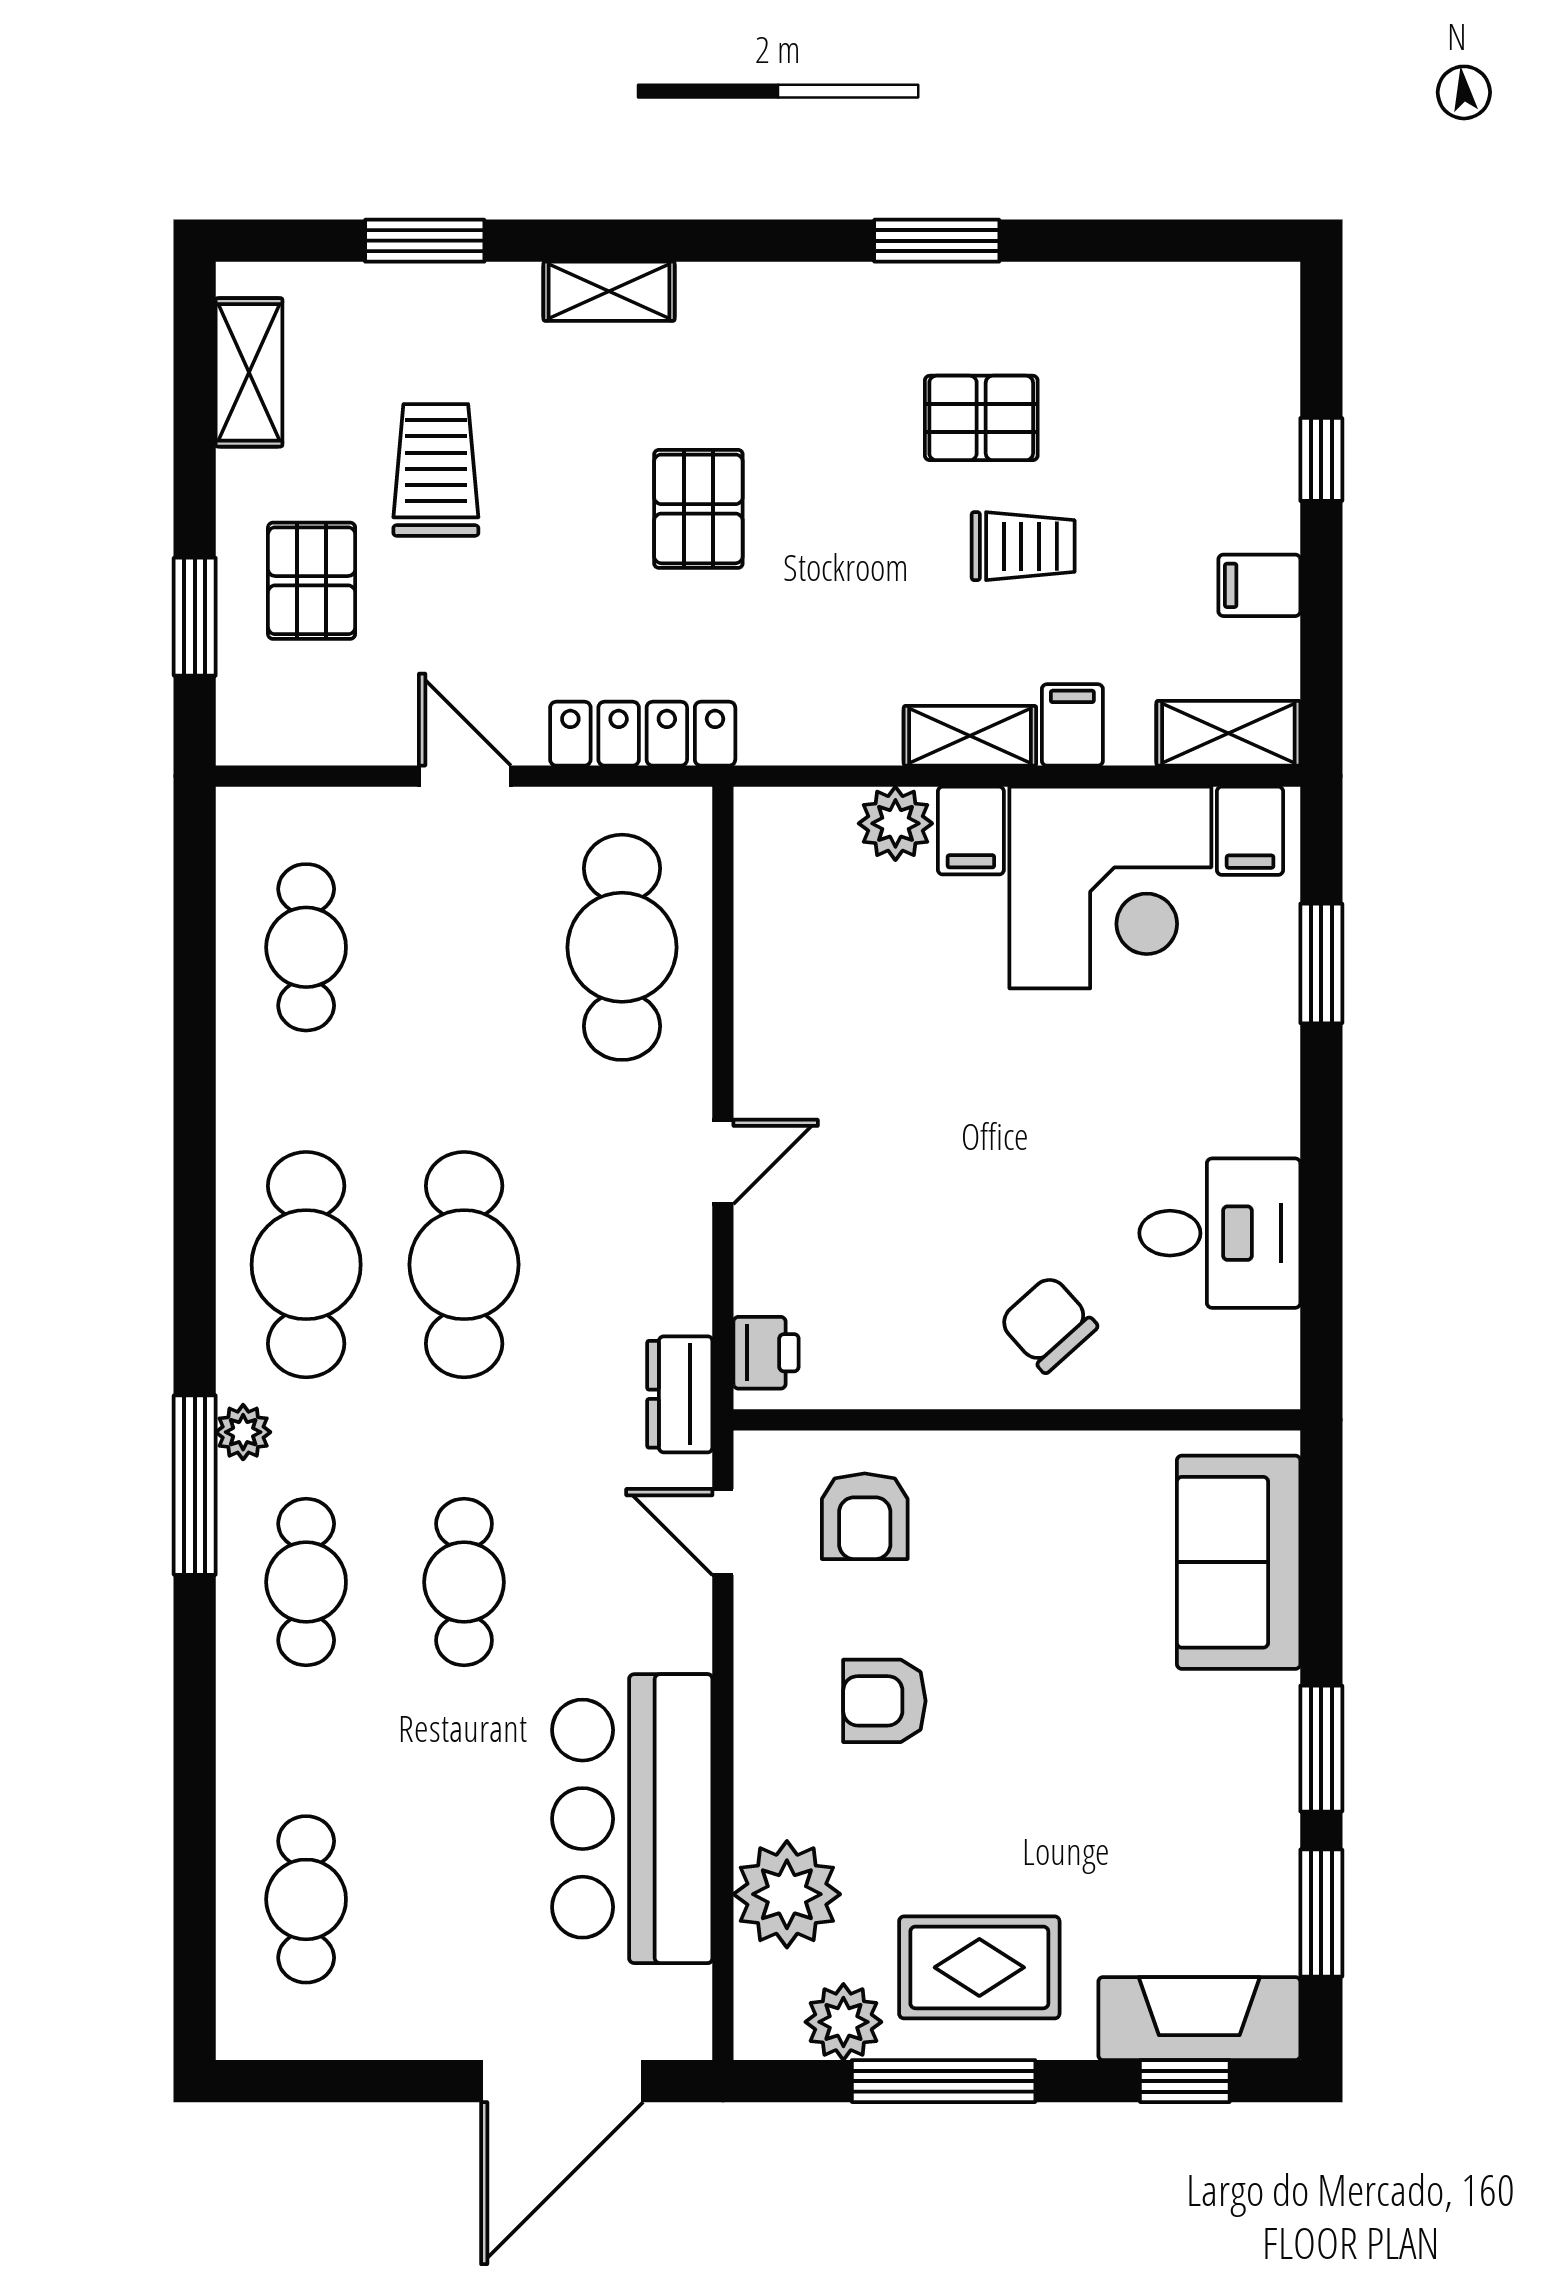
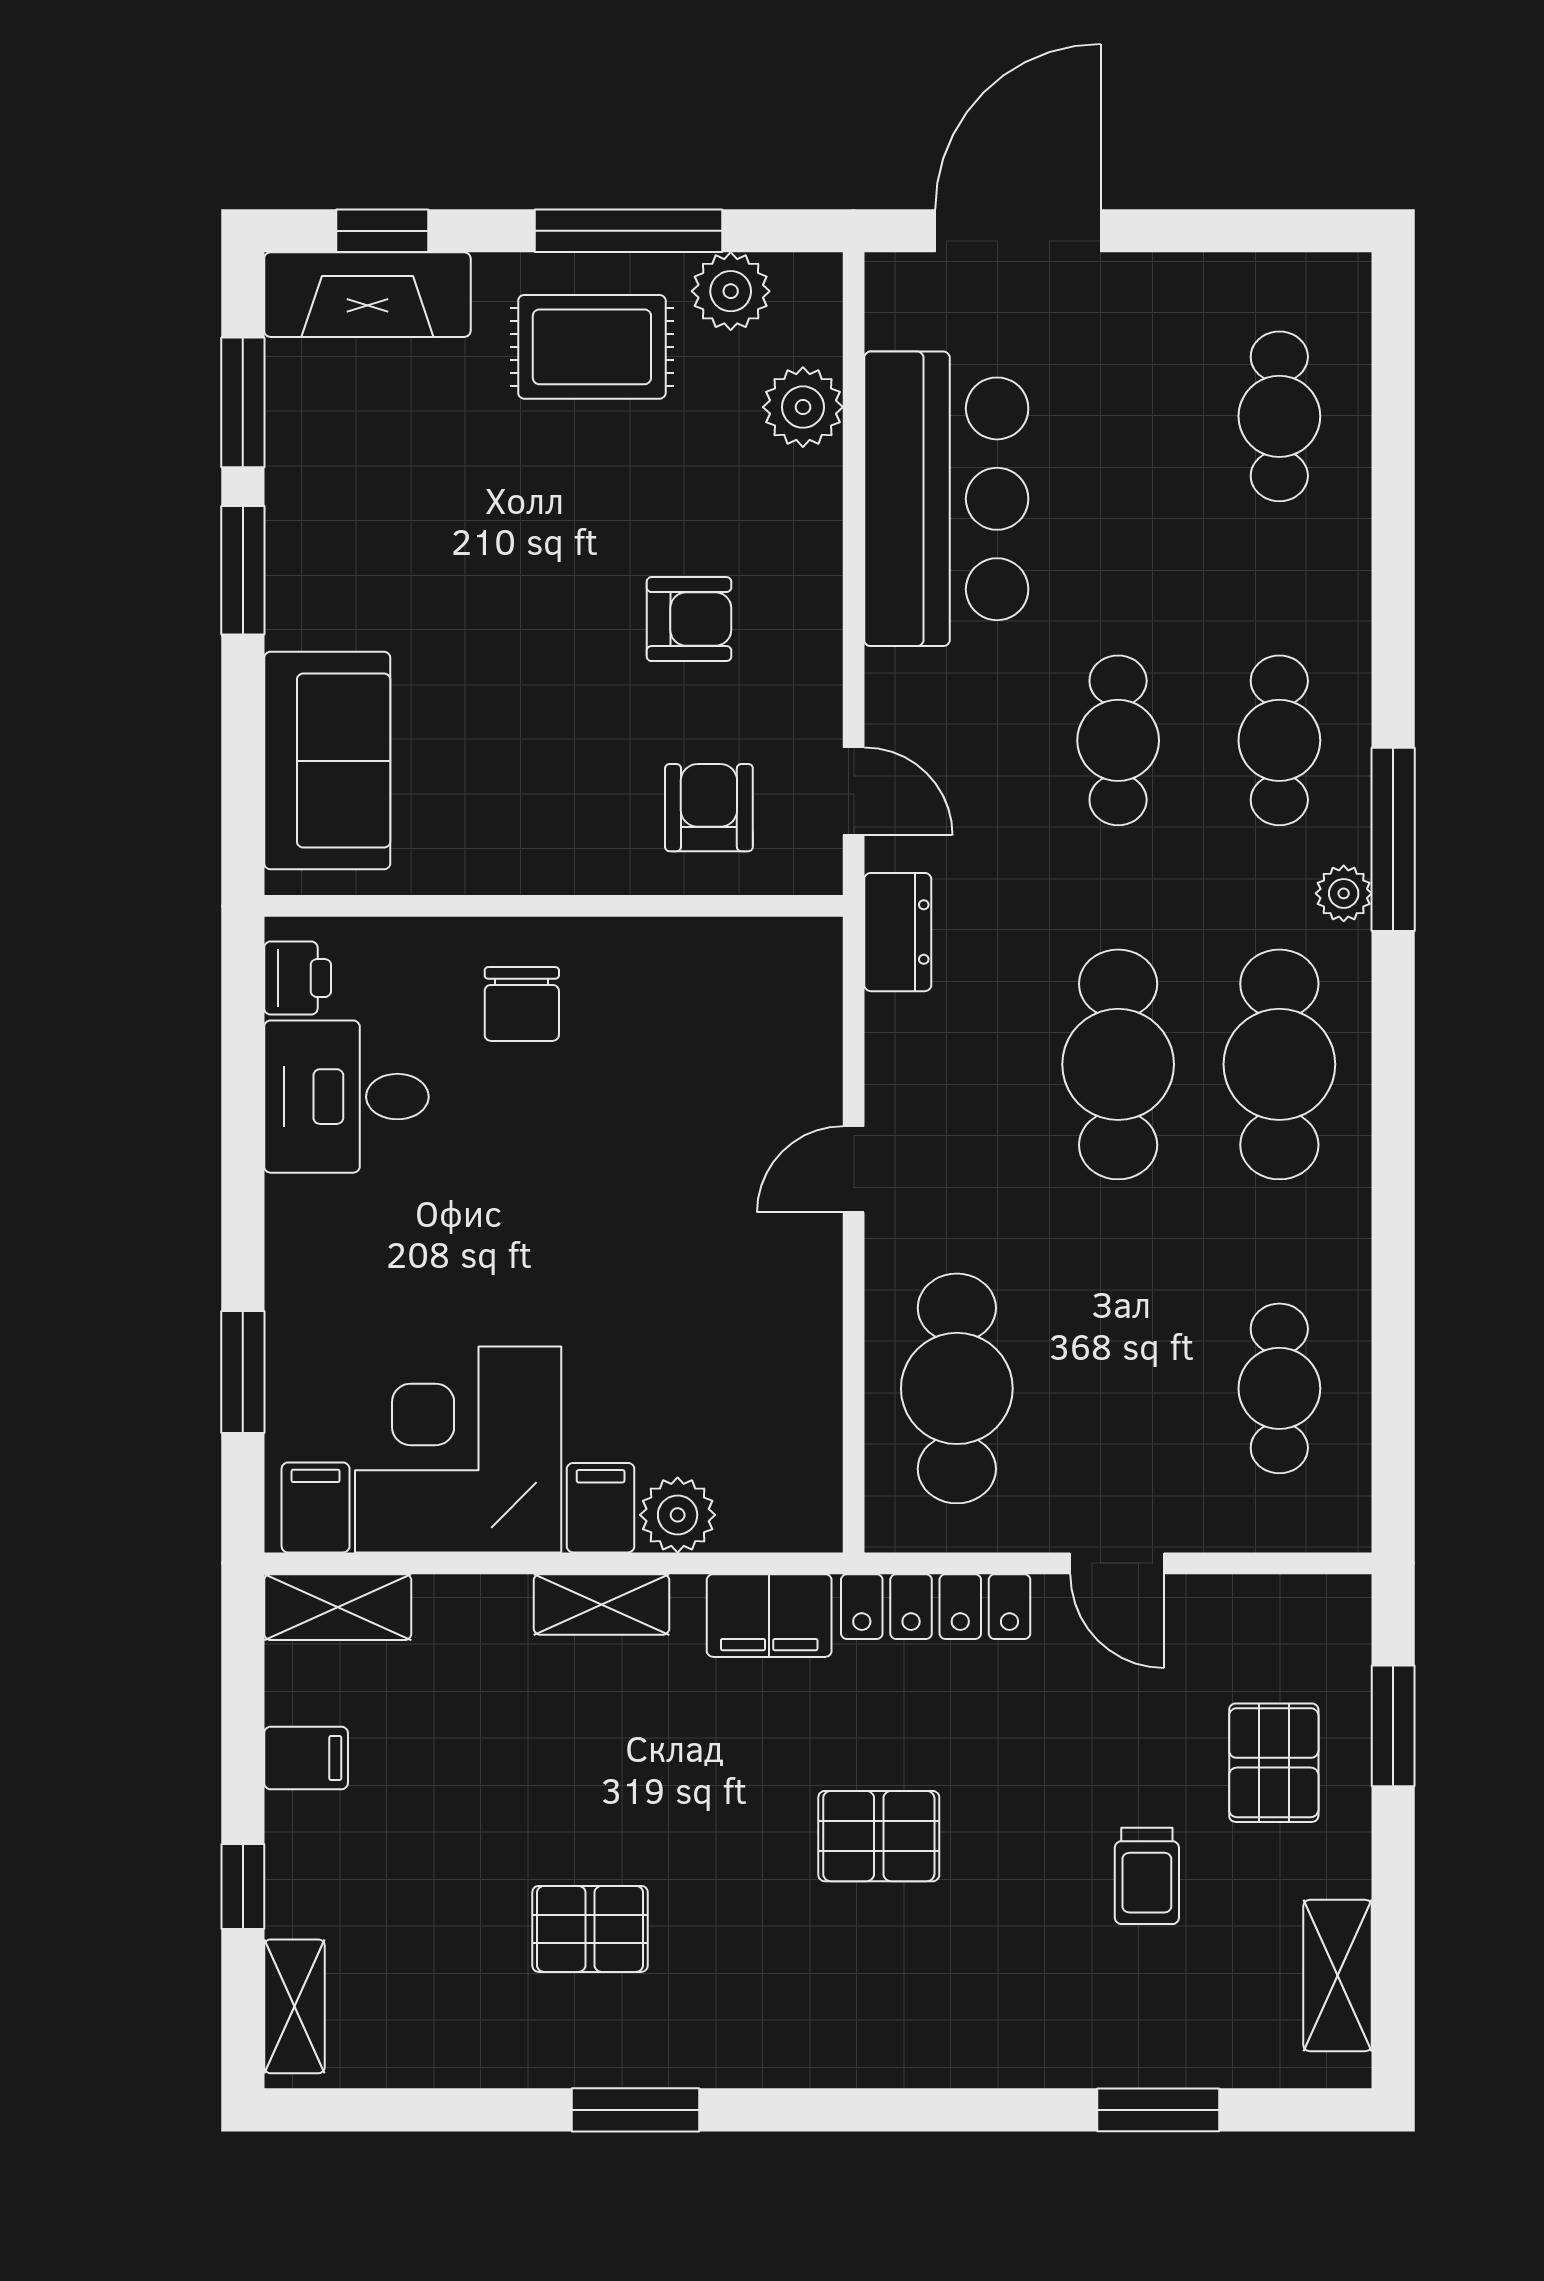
shelving: (609, 291) -> (294, 2006), moved, turned 90
trolley: (436, 470) -> (1147, 1876), width x0.73, depth x0.72
pallet: (698, 509) -> (879, 1836), turned 90
trolley: (1023, 546) -> (547, 1798), removed
filing cabinet: (1072, 725) -> (769, 1616), moved, width x2.00
chair: (1048, 1324) -> (522, 1004), turned 42
printer: (766, 1353) -> (298, 978), moved, turned 180
plant: (787, 1894) -> (803, 407), width x0.73, depth x0.73

